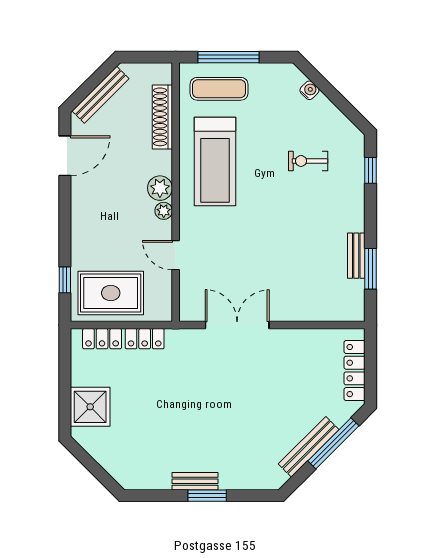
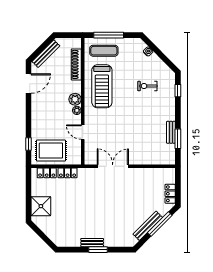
locker: (355, 371) -> (170, 194), width x0.66

